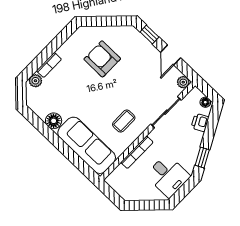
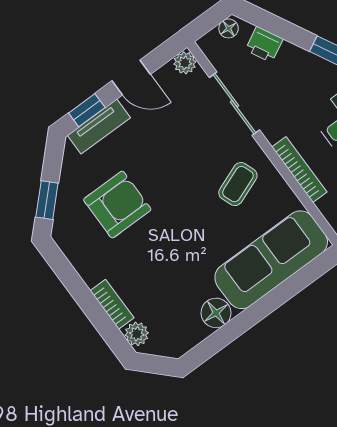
window: (98, 21) -> (47, 200), added
tv unit: (142, 42) -> (99, 127), added
armchair: (102, 59) -> (117, 205), turned 180
coffee table: (124, 121) -> (238, 184), turned 69

